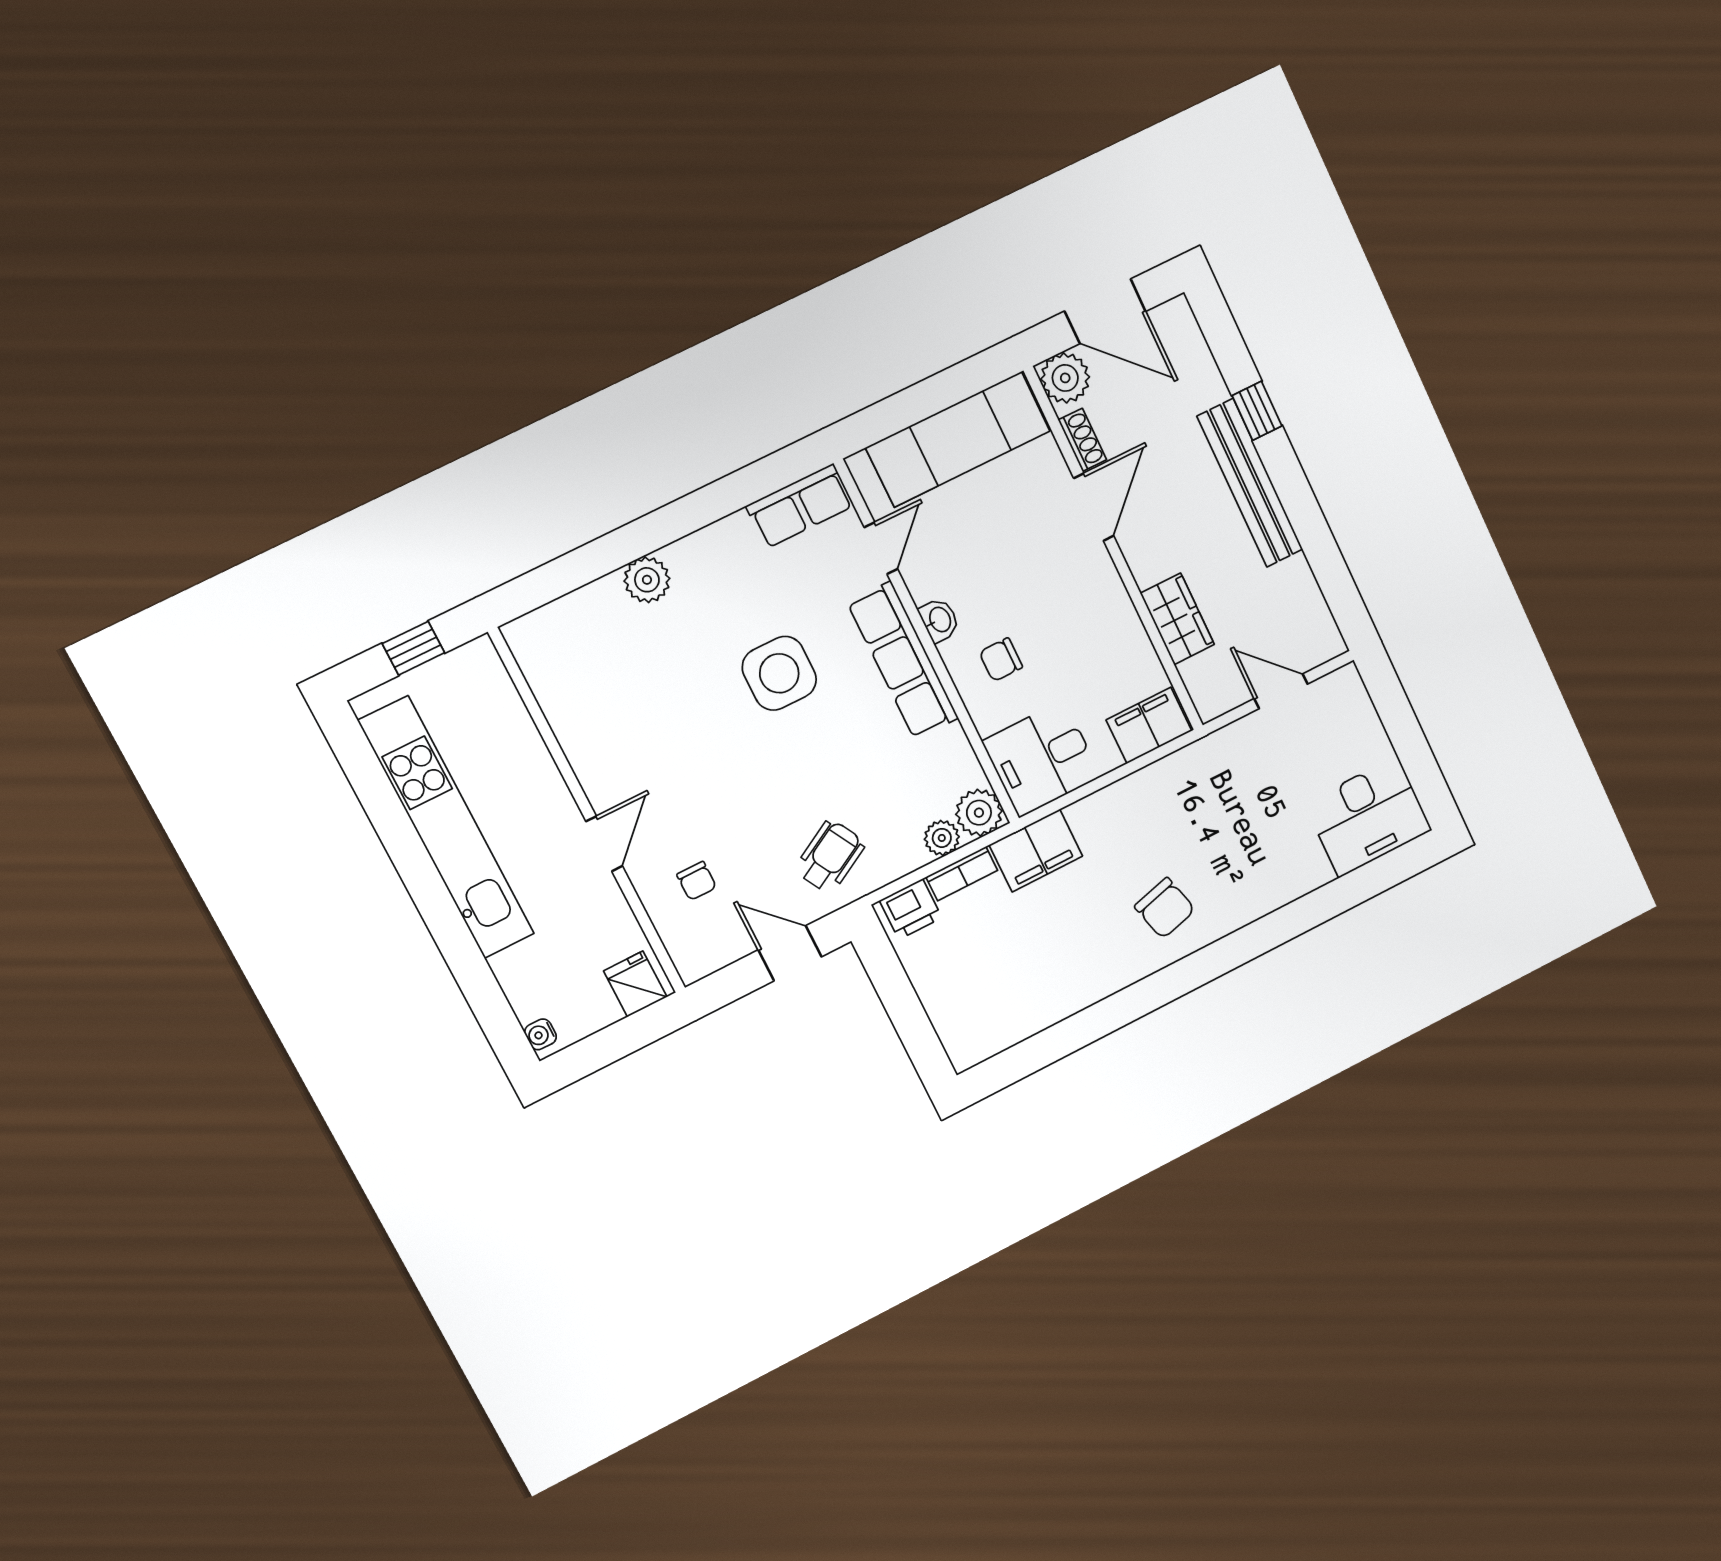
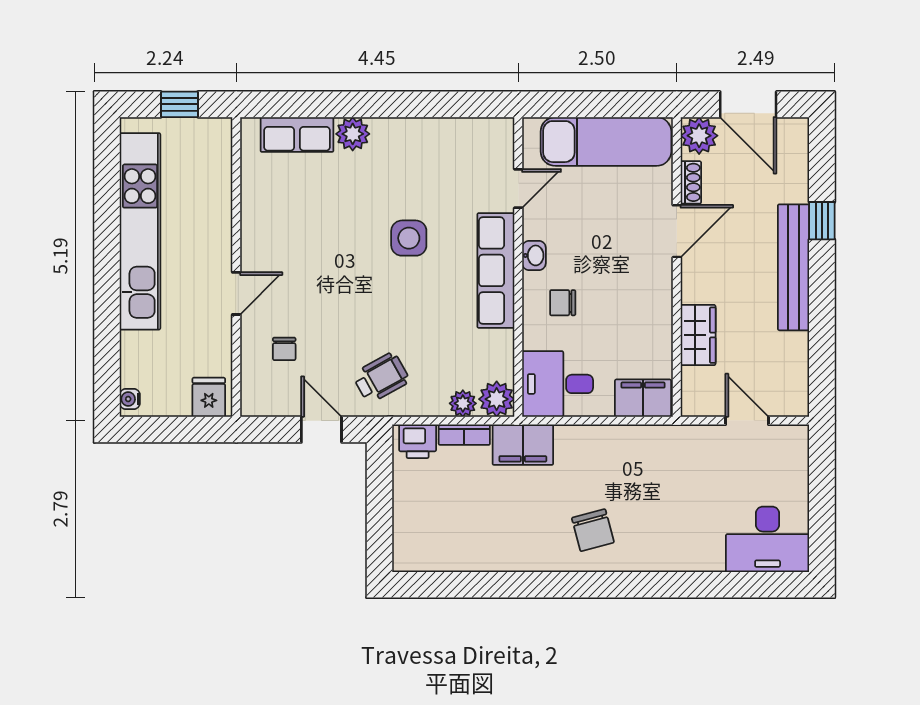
row of seats: (800, 506) -> (297, 135), moved
side table: (779, 673) -> (409, 238), width x0.73, depth x0.73

